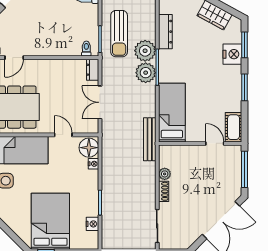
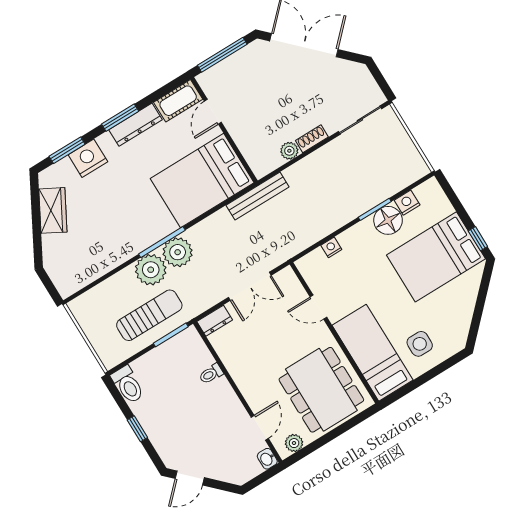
dresser: (165, 32) -> (136, 125), moved, turned 180
toilet: (86, 49) -> (211, 374), moved
door: (14, 58) -> (260, 428), hinge flipped
bed: (172, 113) -> (202, 181), width x1.50
door: (63, 135) -> (318, 307), hinge flipped
floor lamp: (89, 148) -> (388, 220), moved

